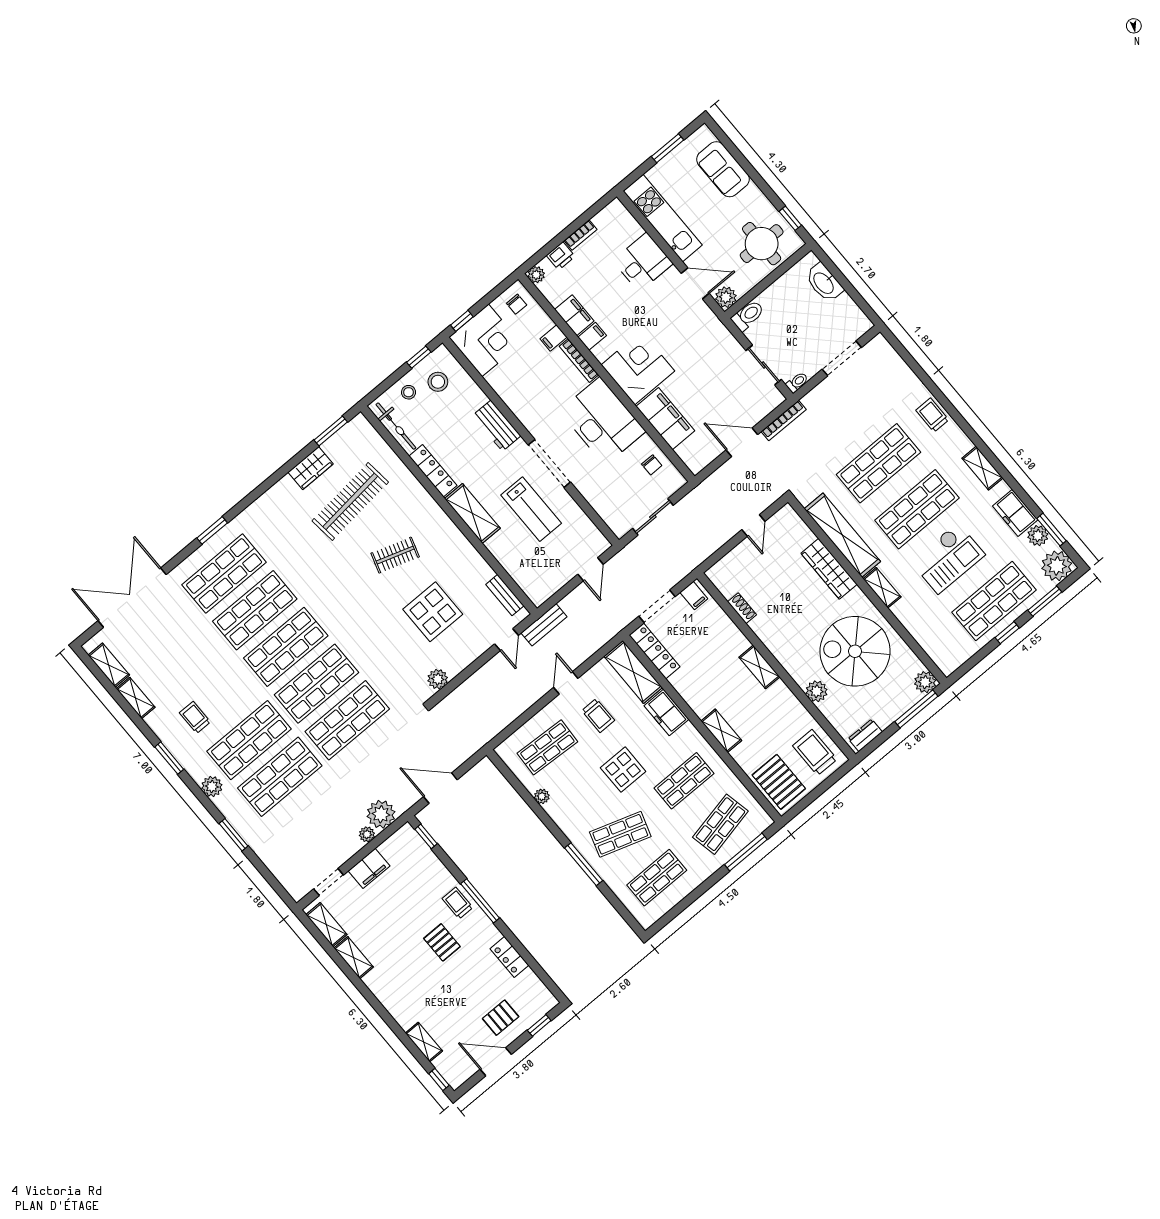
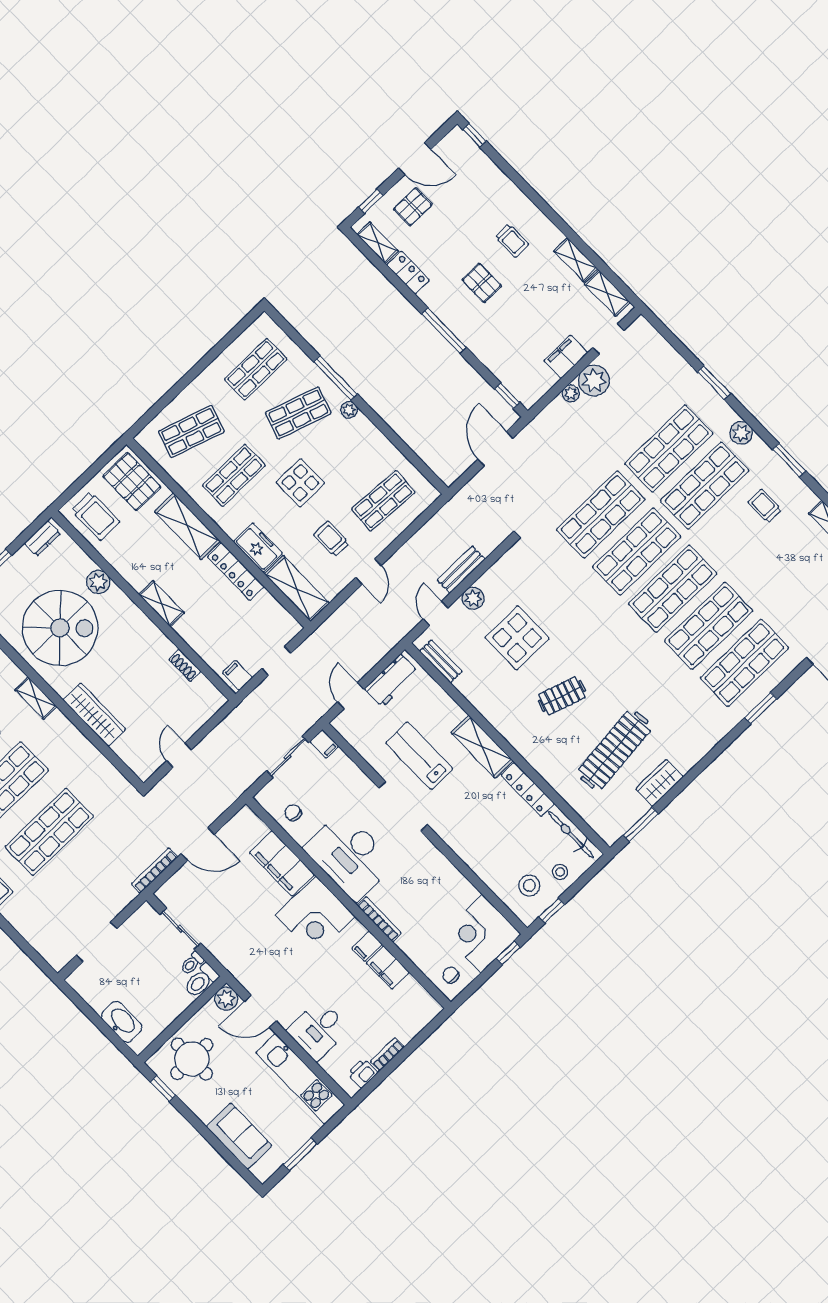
printer: (561, 256) -> (363, 1073), moved
plant: (536, 275) -> (432, 1008), removed
filing cabinet: (554, 338) -> (324, 744), moved, turned 90
toilet: (797, 382) -> (192, 963), moved
workbench: (497, 426) -> (391, 680), moved, turned 90
shelving: (842, 535) -> (82, 752), removed
doorway: (657, 606) -> (276, 661), width x0.73
bench: (544, 625) -> (461, 570), moved
locker: (655, 651) -> (236, 572), moved
plant: (438, 679) -> (473, 598), moved
trolley: (195, 717) -> (765, 506), turned 180
shelving: (721, 731) -> (187, 526), width x1.50, depth x1.33
door: (440, 788) -> (495, 449), swing flipped
plant: (542, 796) -> (349, 410), moved
plant: (381, 814) -> (594, 381), moved
shop shelf: (720, 824) -> (191, 432), turned 30
window: (746, 852) -> (162, 404), removed
trolley: (457, 903) -> (512, 240), moved
shelving: (424, 1042) -> (378, 243), moved

